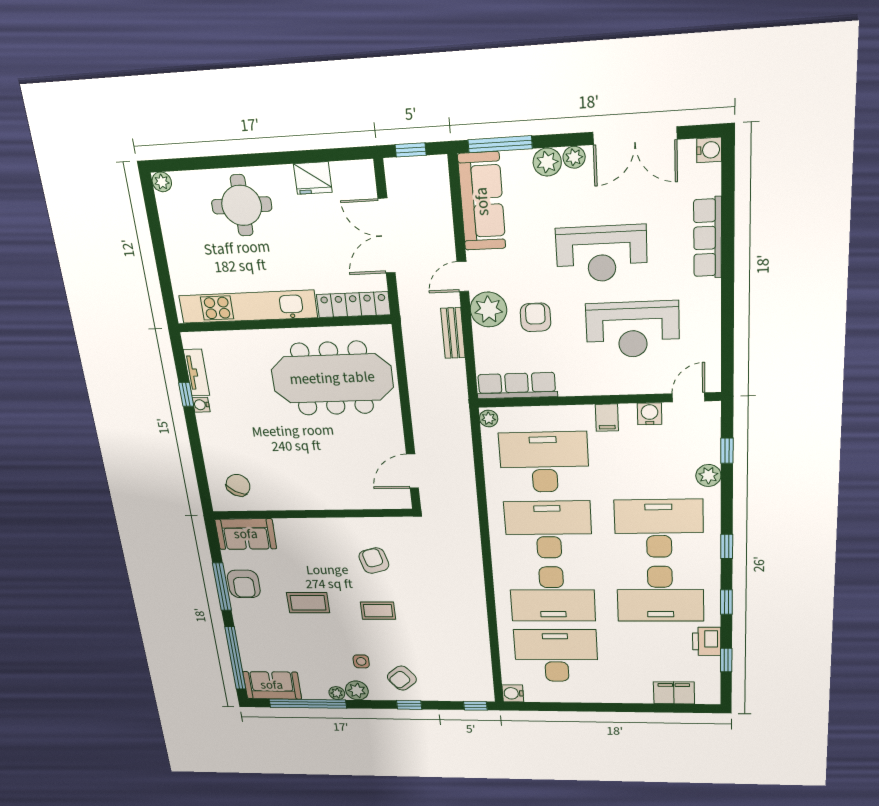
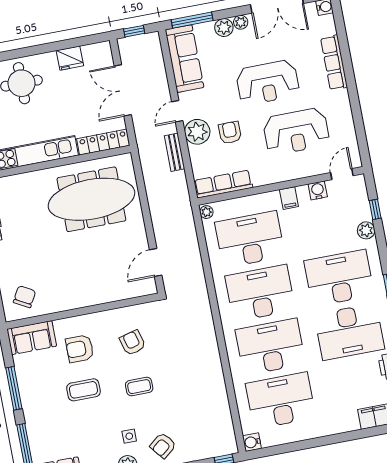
armchair: (244, 584) -> (80, 349), moved, turned 90
desk: (552, 594) -> (270, 347), turned 180

